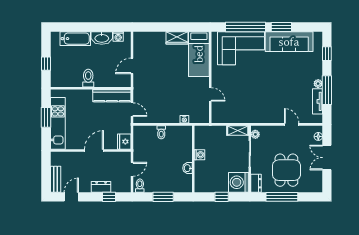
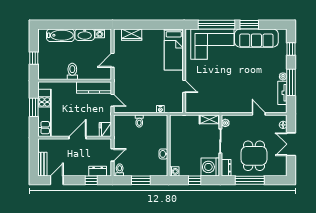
wardrobe: (177, 38) -> (132, 35), moved
washing machine: (199, 155) -> (174, 171), moved
dresser: (101, 187) -> (98, 171), moved

